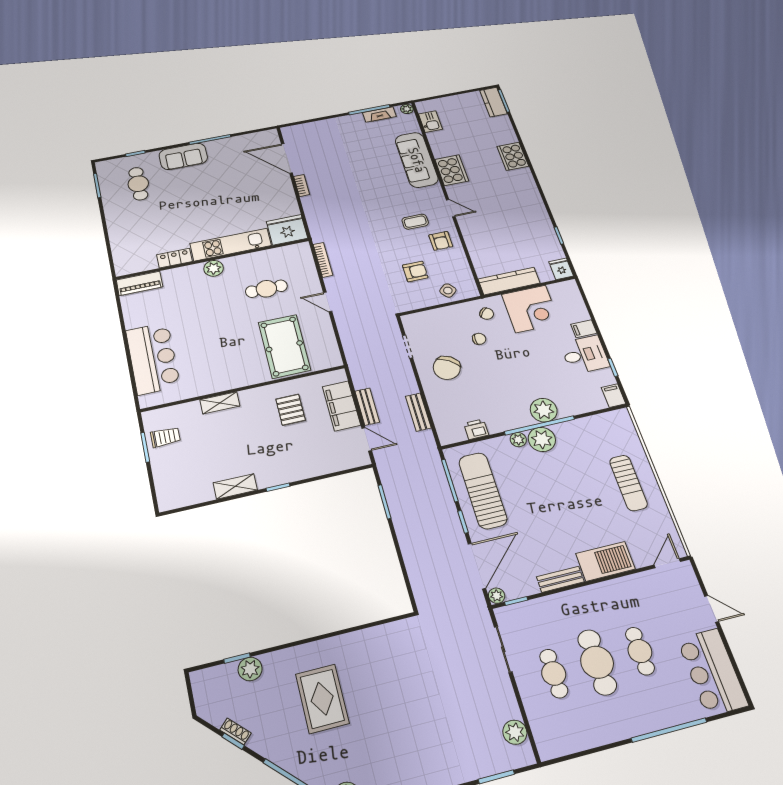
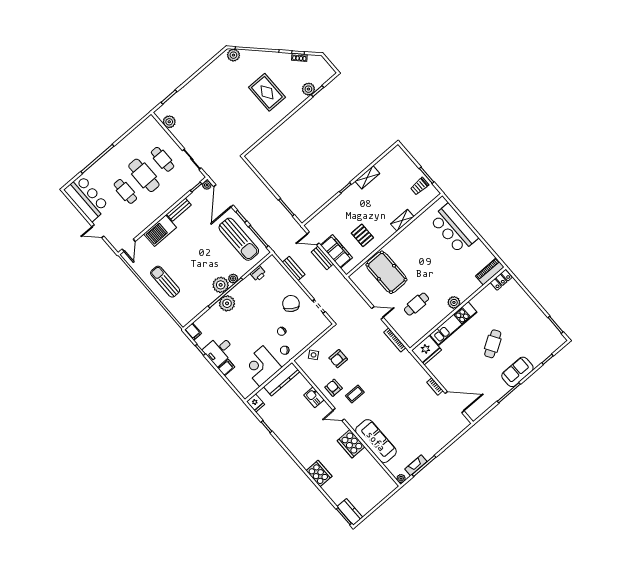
kitchen sink: (430, 122) -> (314, 397), moved
cafe table: (138, 184) -> (493, 344), moved, turned 58
locker: (175, 258) -> (501, 280), moved

